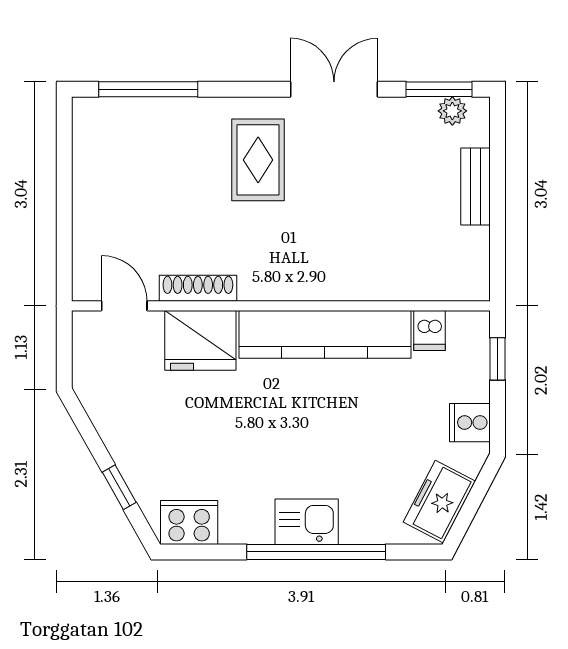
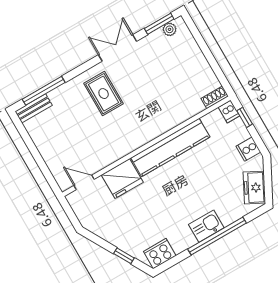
bench: (475, 186) -> (34, 108), moved, turned 90
shoe rack: (198, 288) -> (215, 97), moved, width x0.70
dishwasher: (429, 330) -> (229, 111), moved

